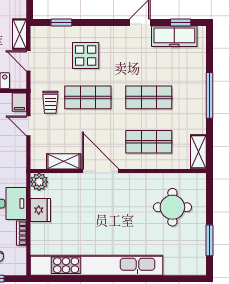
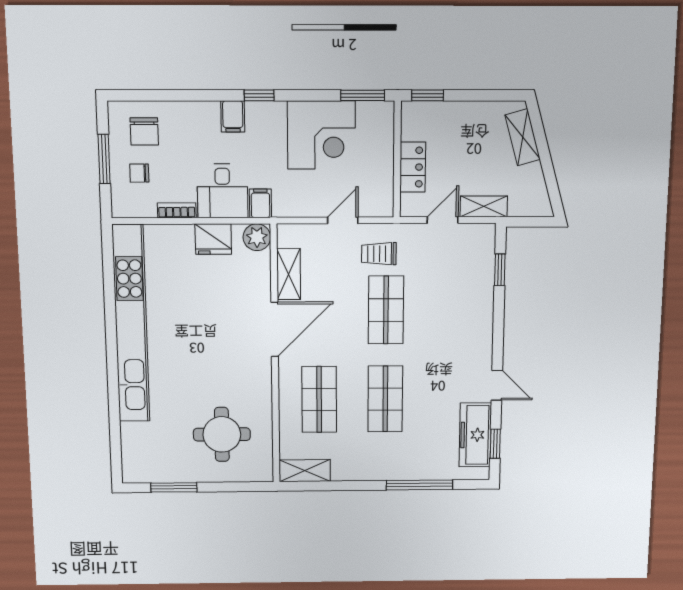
display table: (86, 55) -> (449, 306), removed
window: (210, 95) -> (419, 485), moved
filing cabinet: (19, 102) -> (260, 203), moved, turned 90

